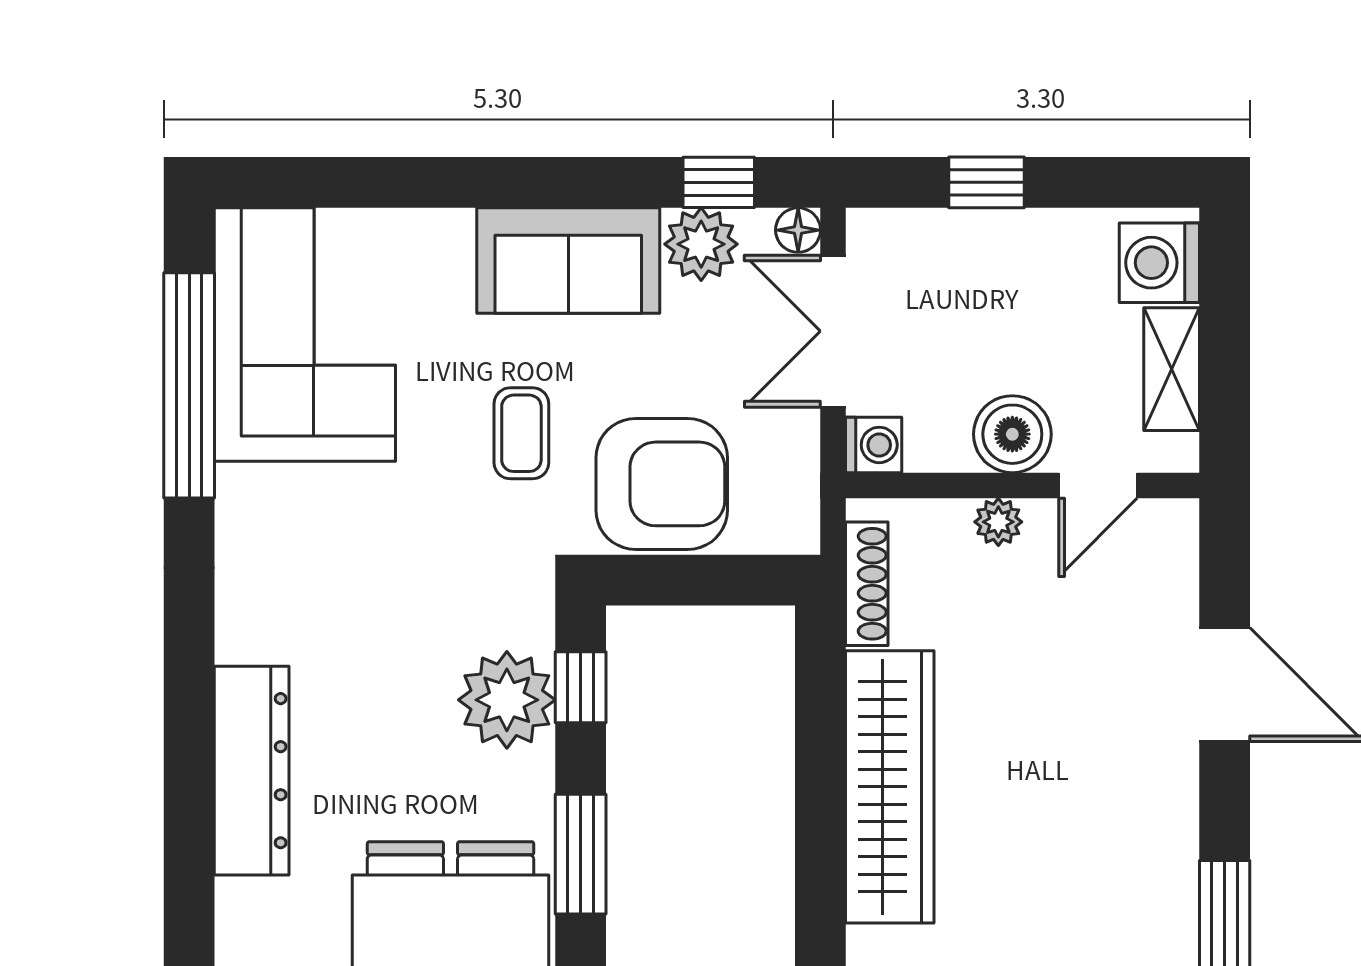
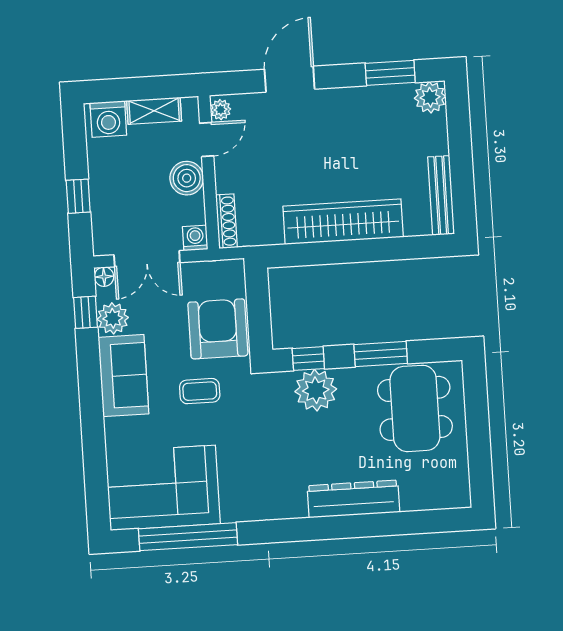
door: (1098, 486) -> (207, 140), hinge flipped
plant: (998, 522) -> (221, 110), moved
shoe rack: (867, 584) -> (226, 221), moved, turned 90

